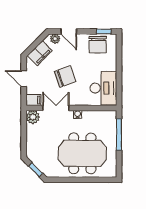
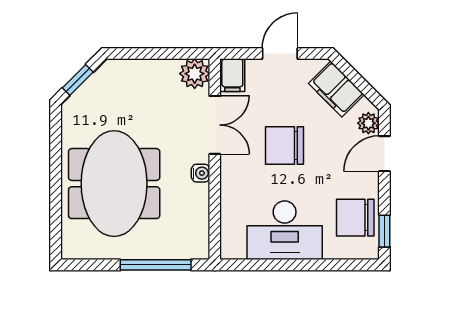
chair: (65, 76) -> (285, 145), turned 109
desk: (103, 88) -> (285, 230), moved

